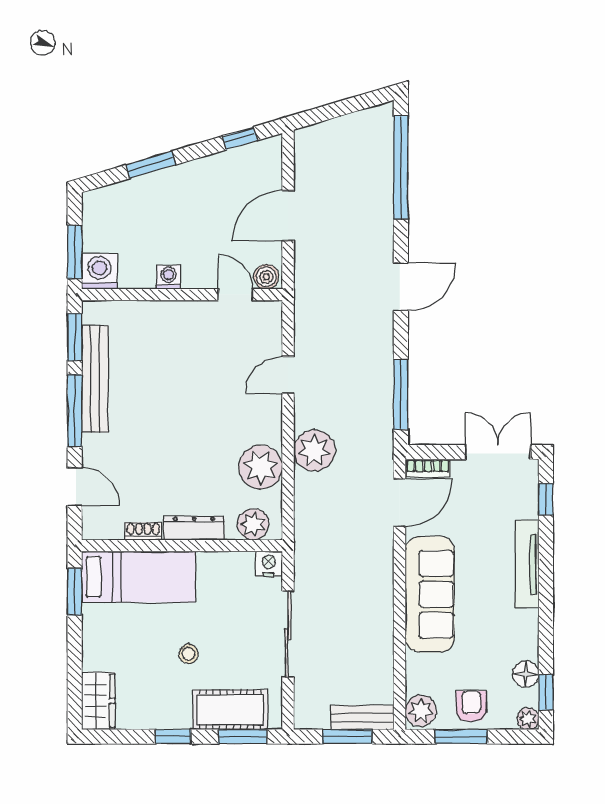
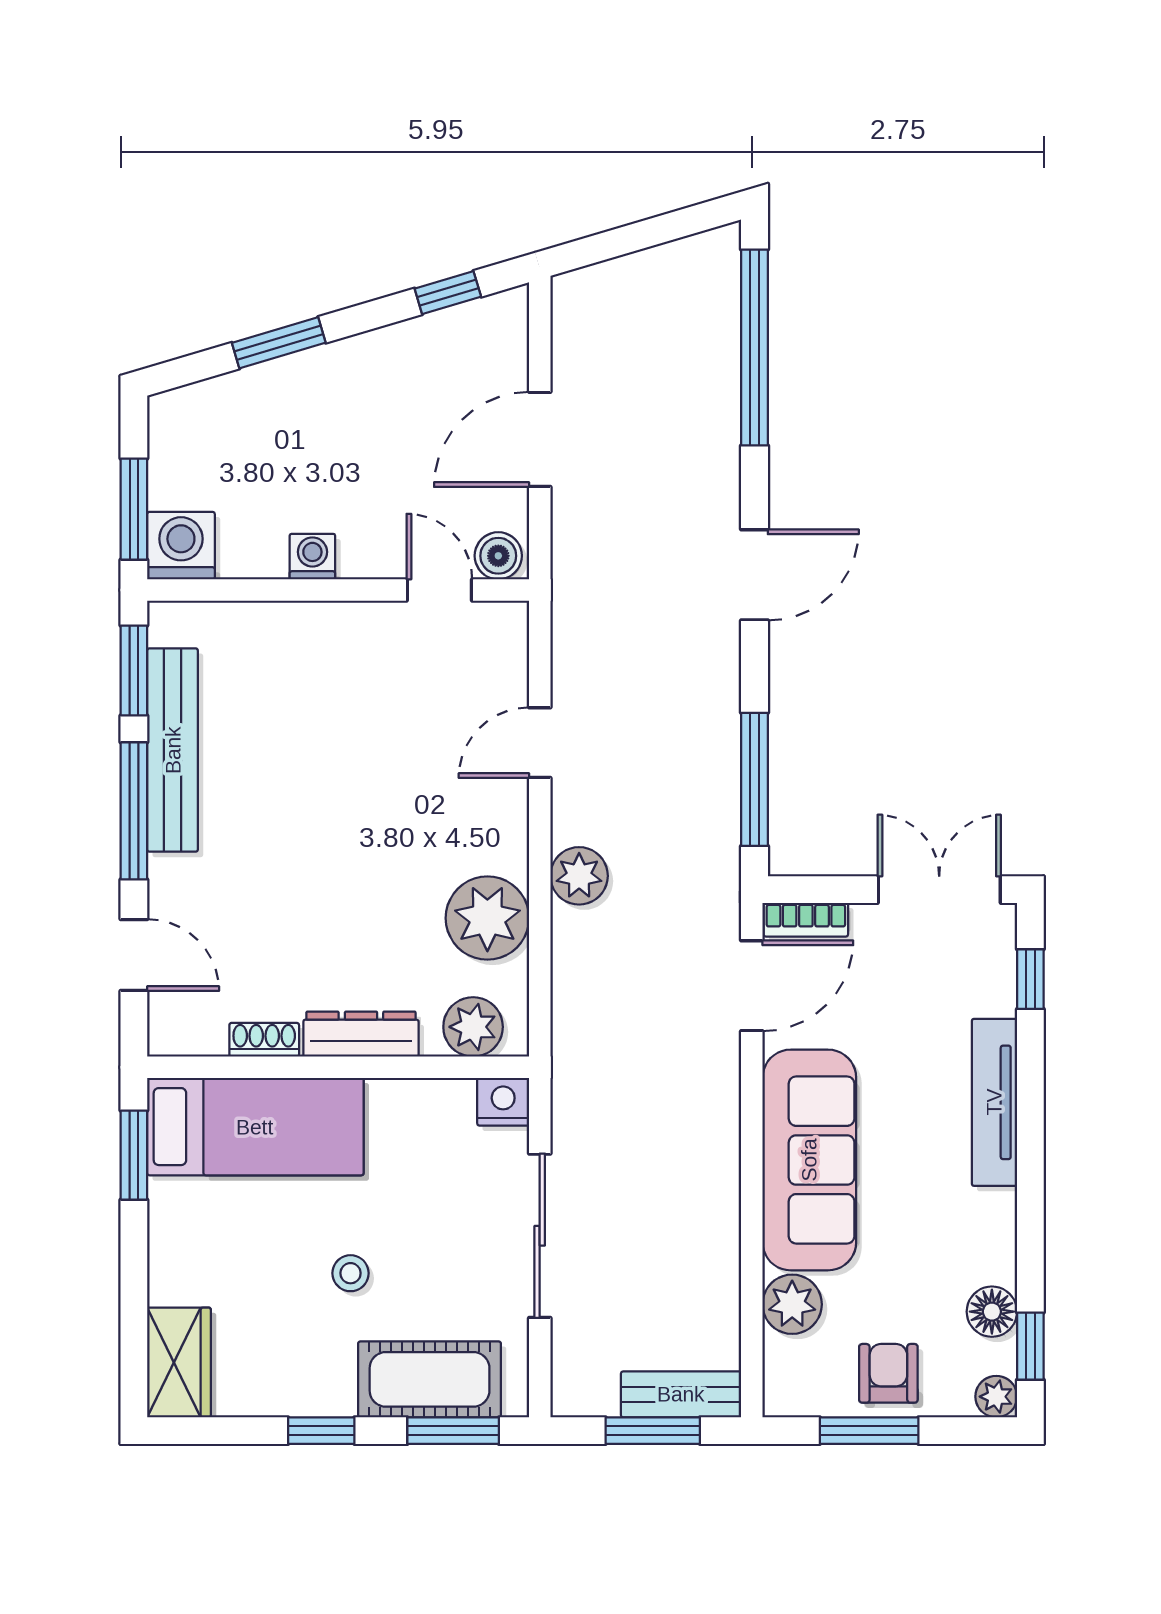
plant: (314, 450) -> (579, 876), width x0.73, depth x0.73
plant: (421, 711) -> (792, 1304), moved

